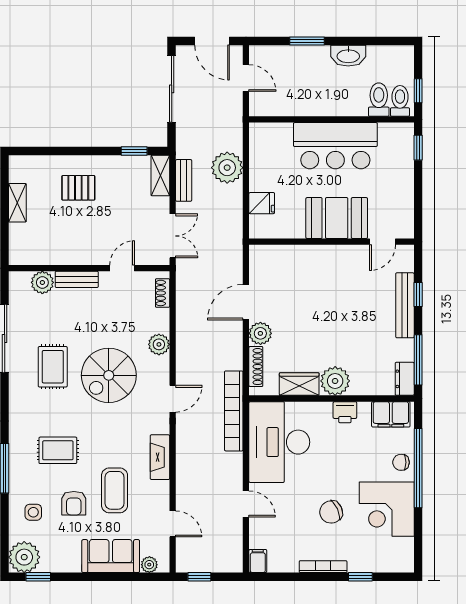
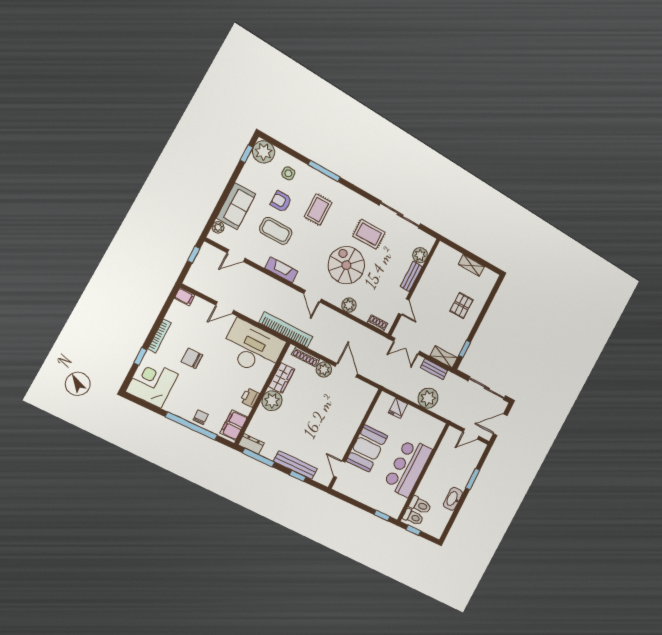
corner desk: (387, 509) -> (152, 383), moved
chair: (331, 512) -> (192, 358), turned -65

